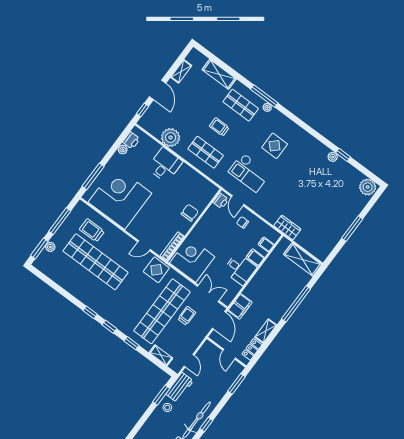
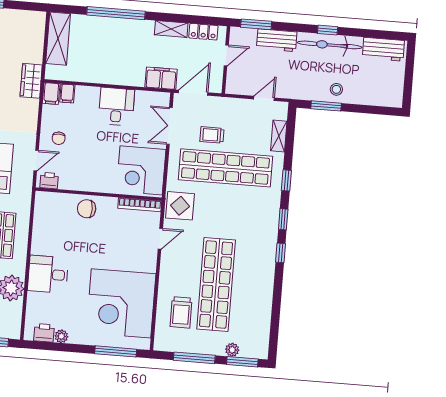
door: (144, 246) -> (160, 239), hinge flipped
filing cabinet: (255, 257) -> (51, 94), moved
workbench: (180, 387) -> (277, 40), moved, turned 180

